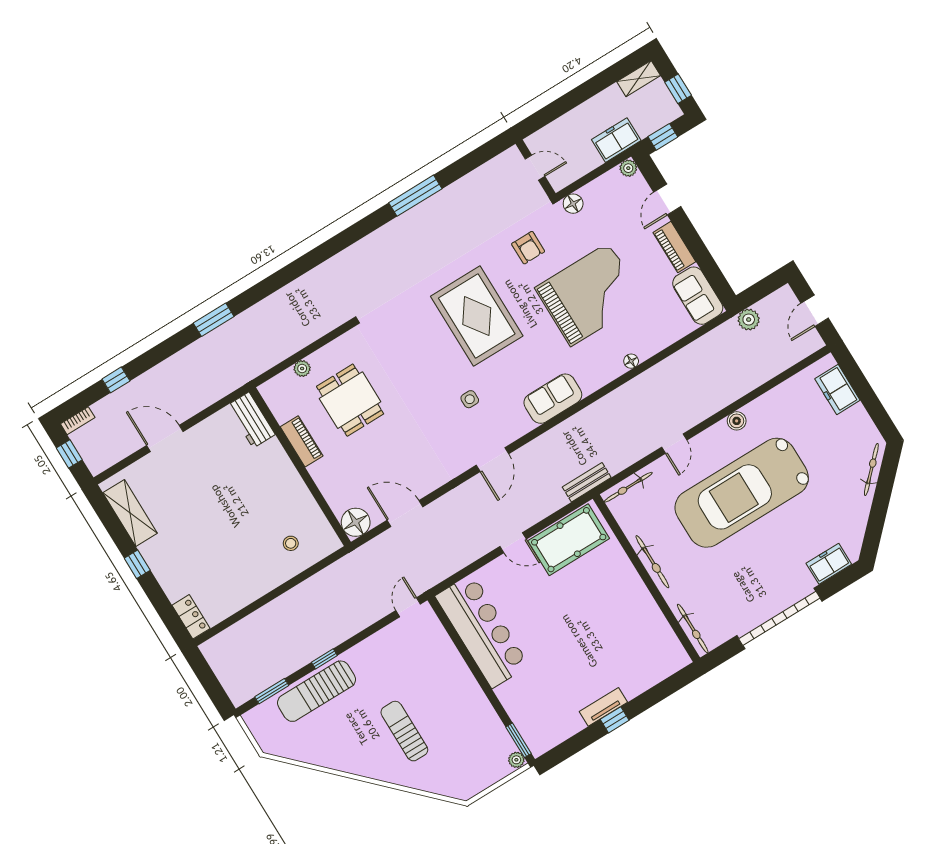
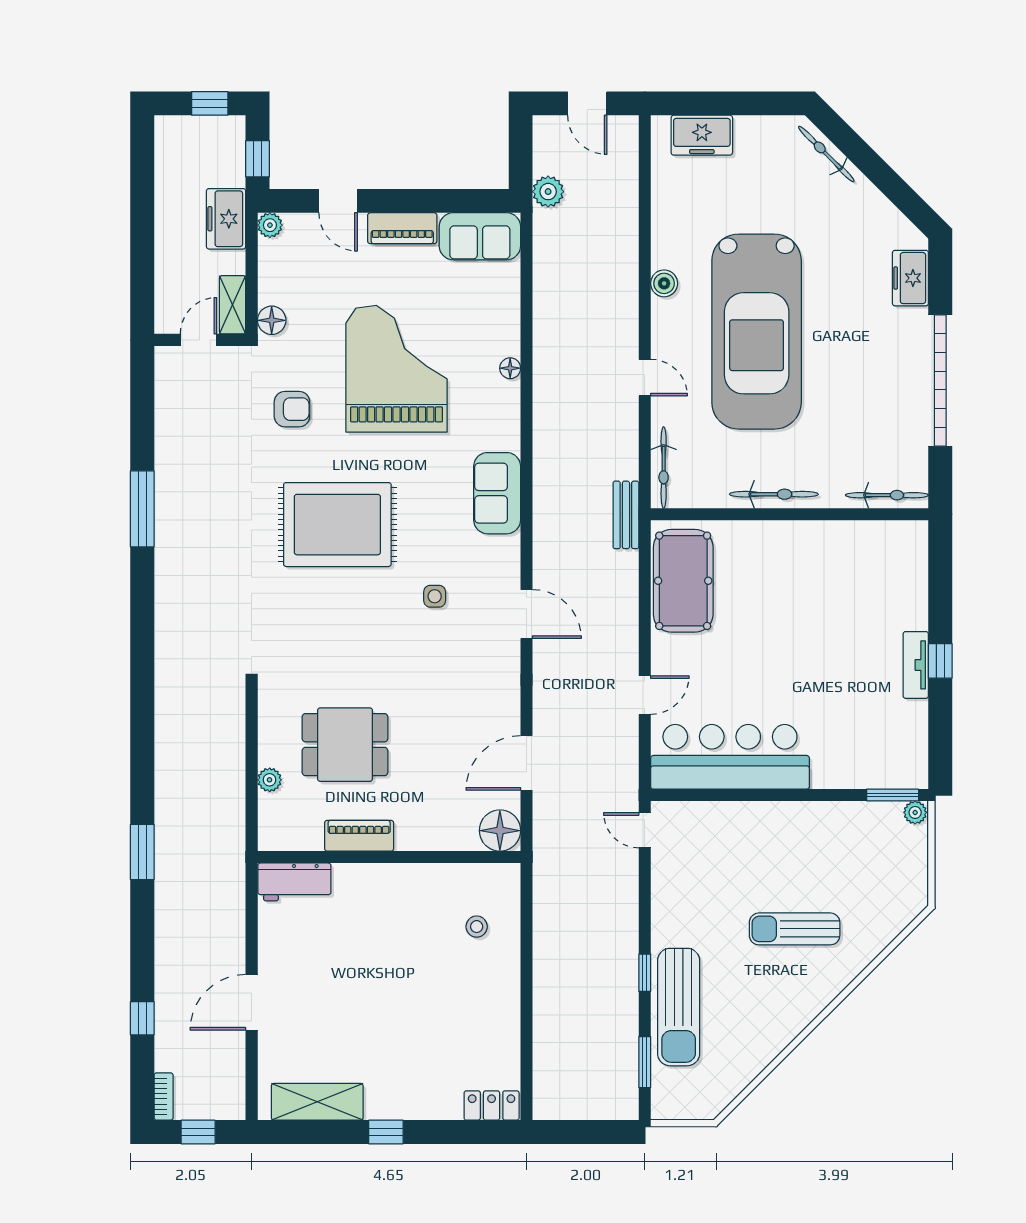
shelving: (639, 79) -> (233, 305), moved
door: (513, 543) -> (645, 695), moved

